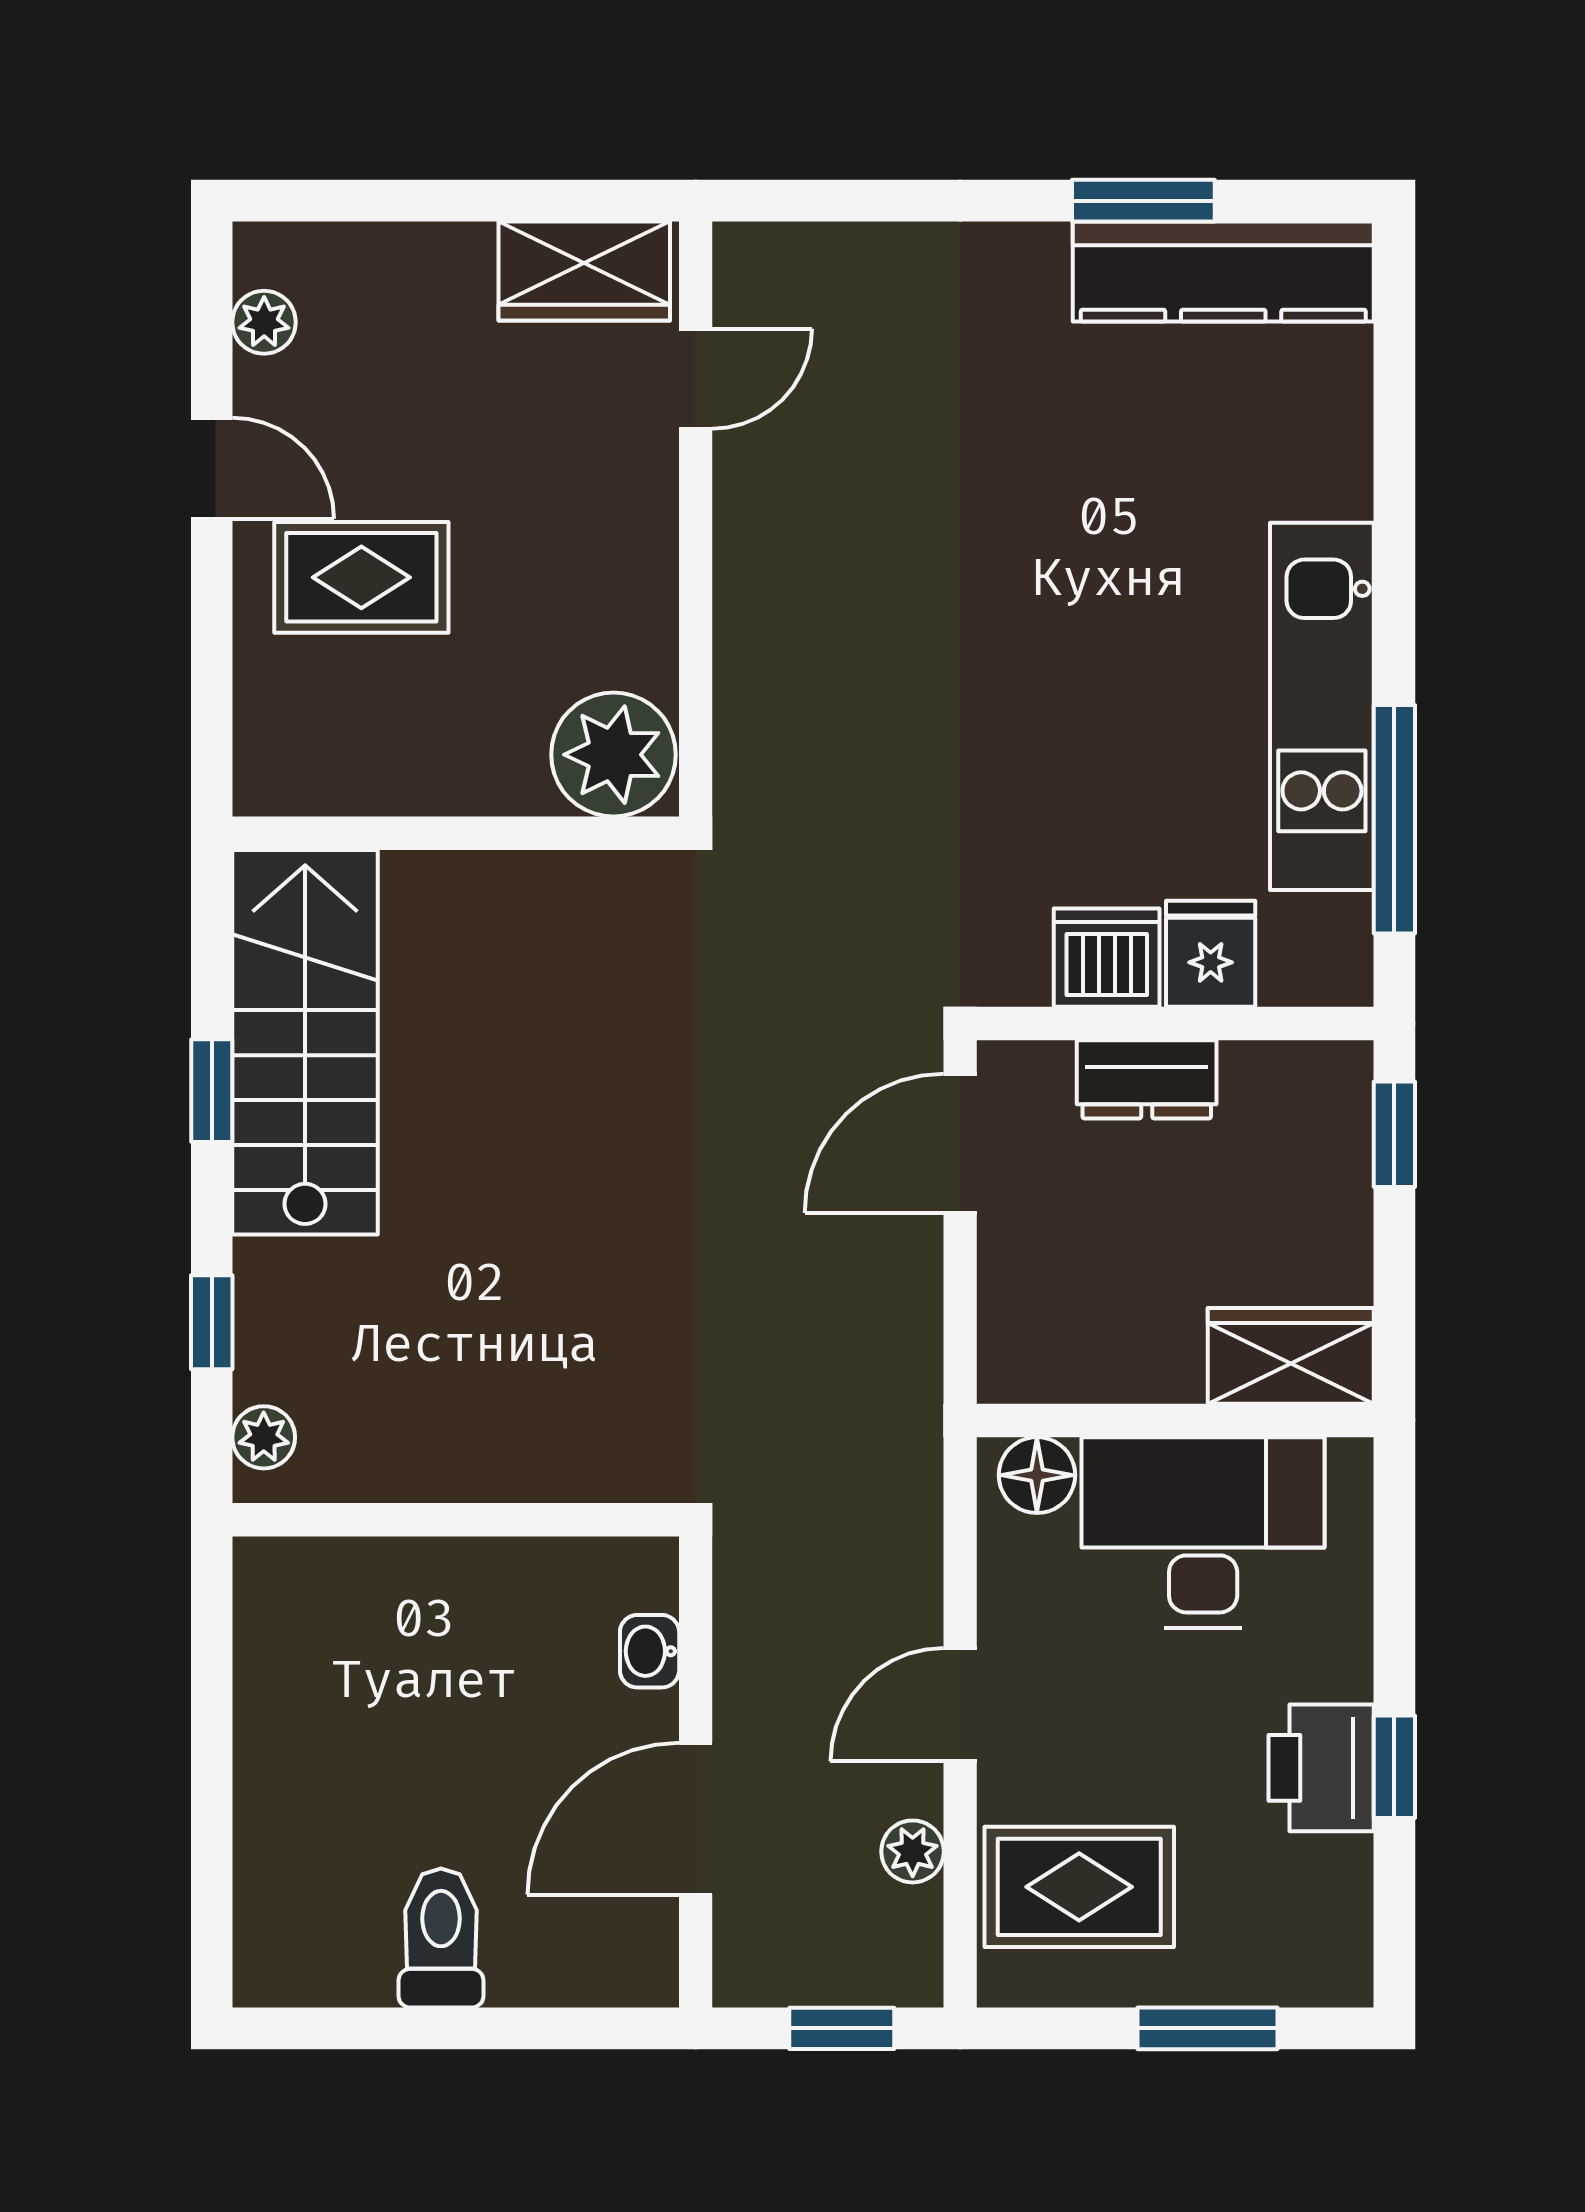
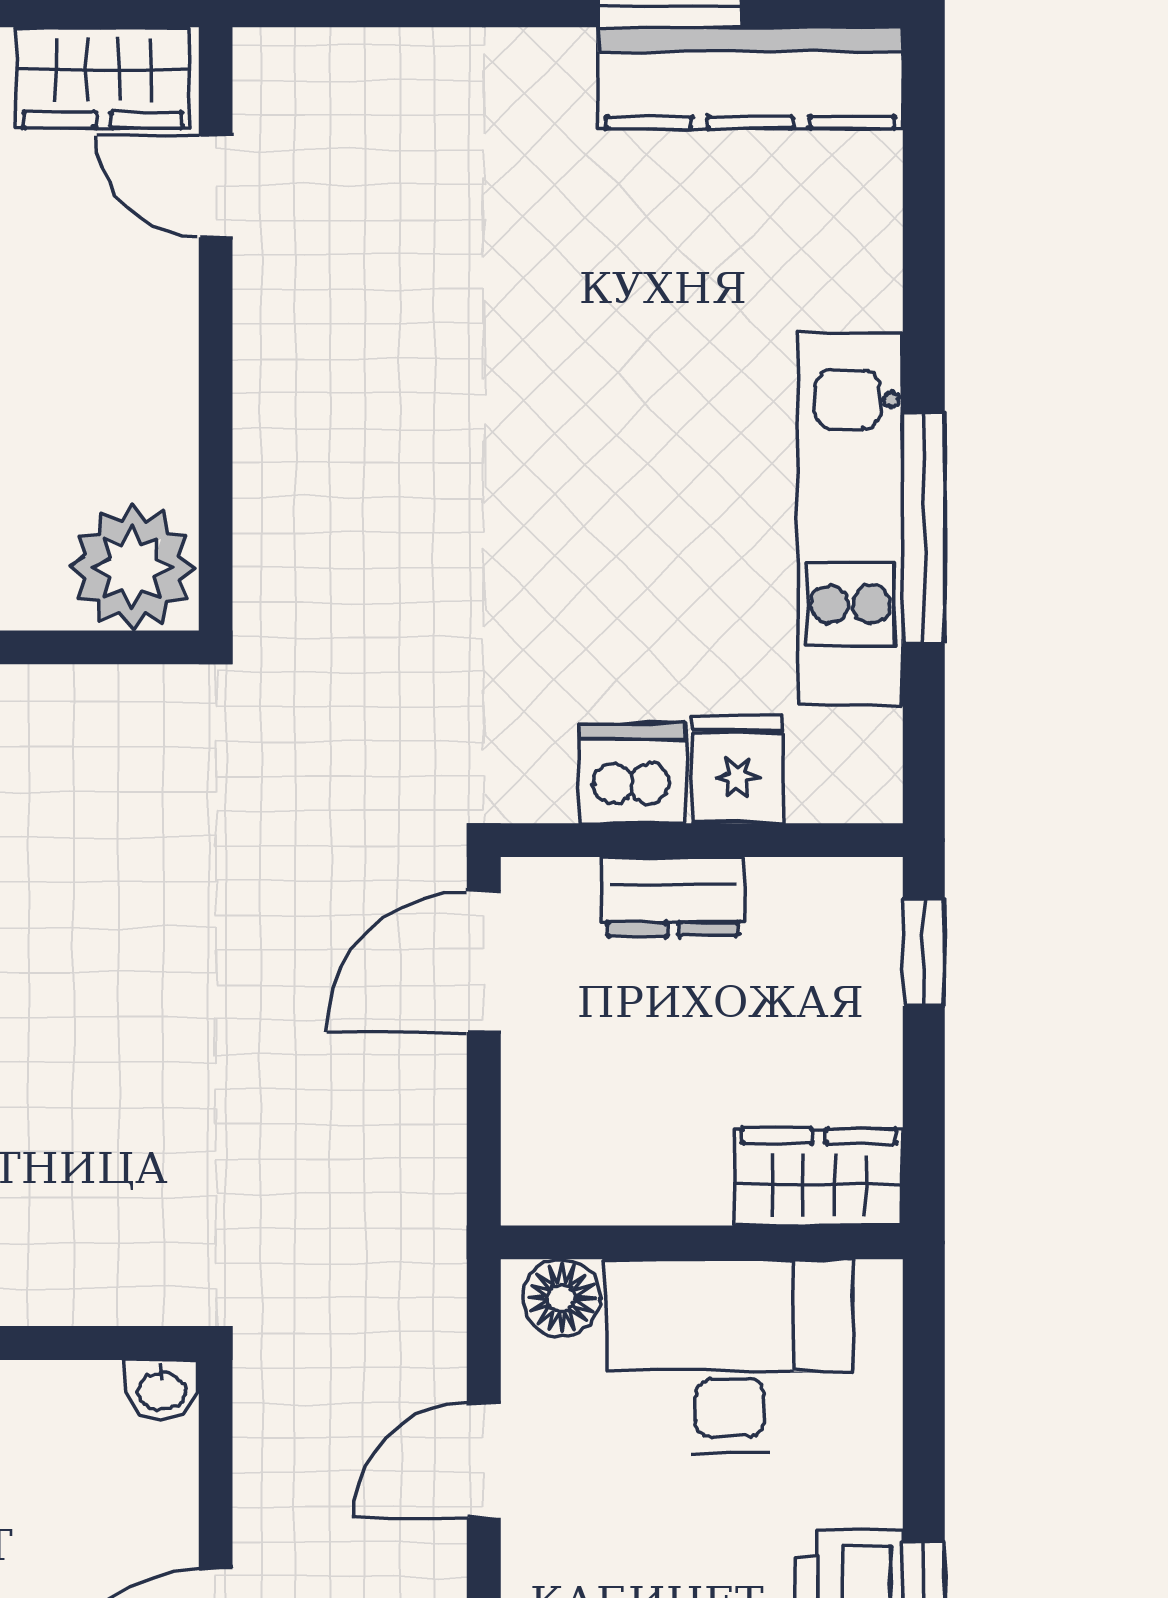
door: (696, 379) -> (216, 187), swing flipped
window: (1394, 819) -> (924, 528), moved
washbasin: (650, 1651) -> (162, 1390), moved, turned -90
door: (960, 1705) -> (484, 1461), moved

